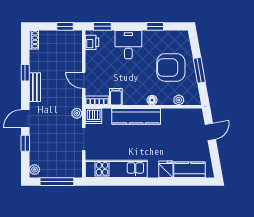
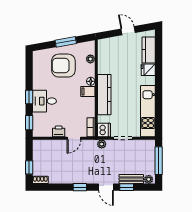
window: (65, 26) -> (29, 167), moved
window: (155, 26) -> (29, 97), moved
printer: (92, 42) -> (59, 131), moved
armchair: (171, 67) -> (63, 66), turned 90
window: (25, 73) -> (80, 187), moved
bench: (35, 87) -> (131, 179), moved
filing cabinet: (116, 97) -> (88, 91), moved
door: (210, 132) -> (128, 31), moved

